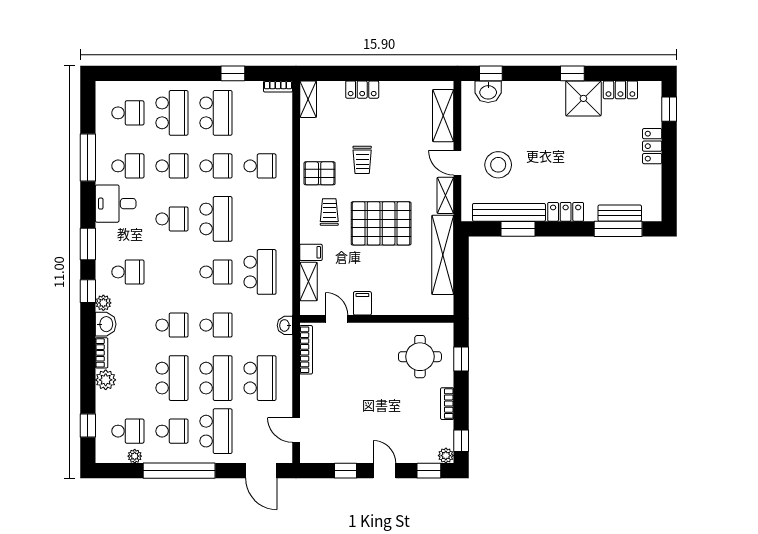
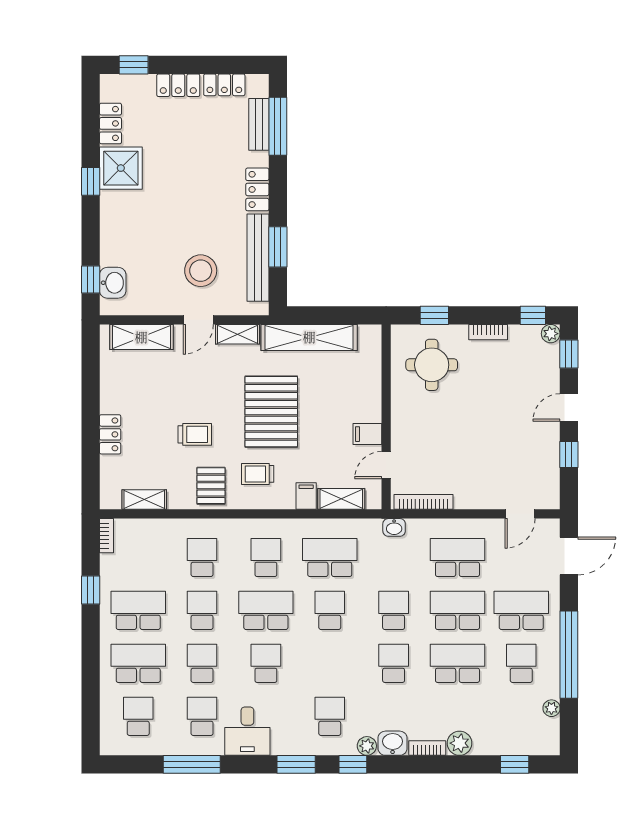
shelving: (308, 99) -> (144, 499), moved
locker: (653, 184) -> (224, 85), added
school desk: (128, 431) -> (266, 557), moved

